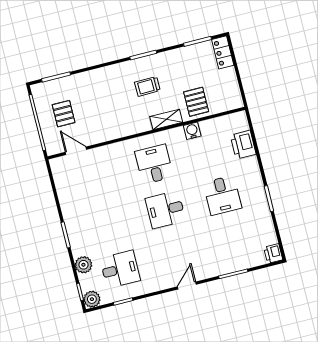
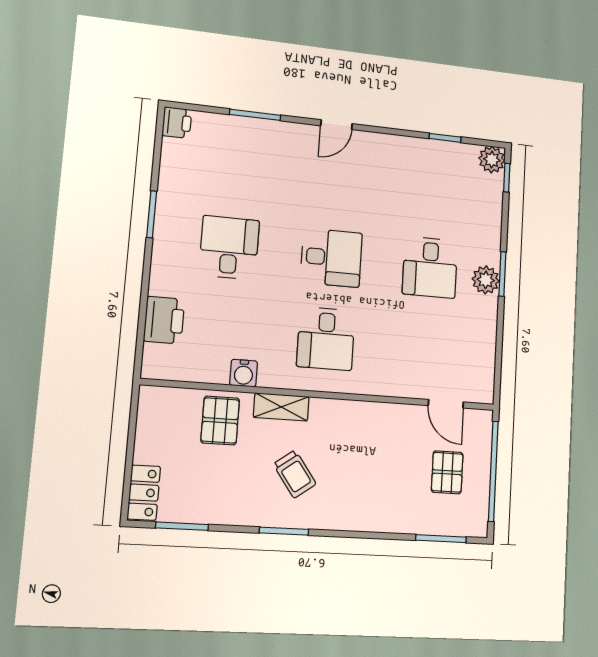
trolley: (147, 86) -> (295, 474), turned 55
plant: (83, 265) -> (486, 280), moved
desk: (120, 269) -> (430, 267), moved, turned -90

